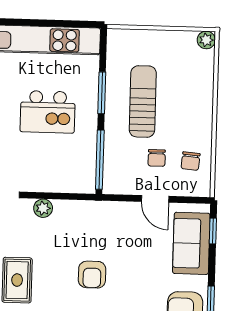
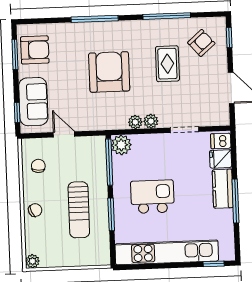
chair: (157, 158) -> (35, 210), moved, turned 65
plant: (83, 180) -> (121, 145), added
plant: (63, 208) -> (135, 122), added
armchair: (92, 275) -> (109, 72), width x1.88, depth x1.88

